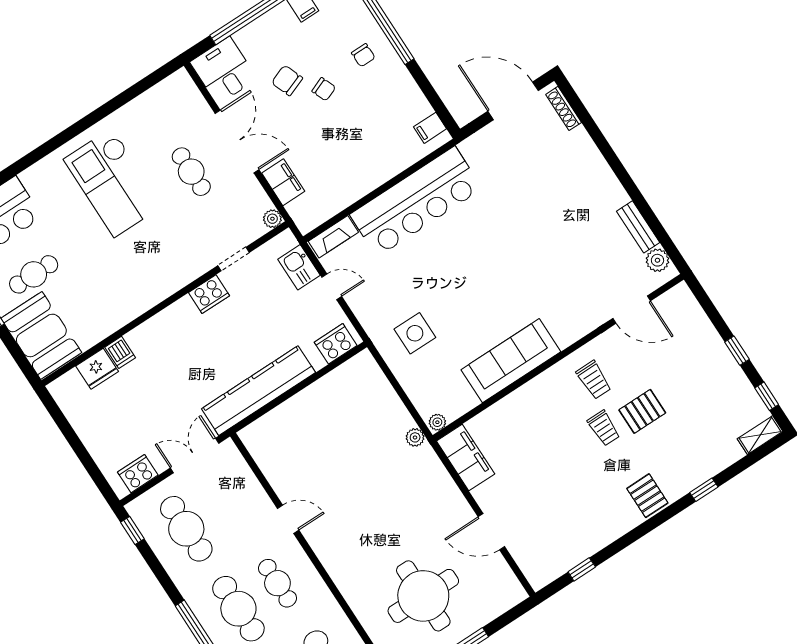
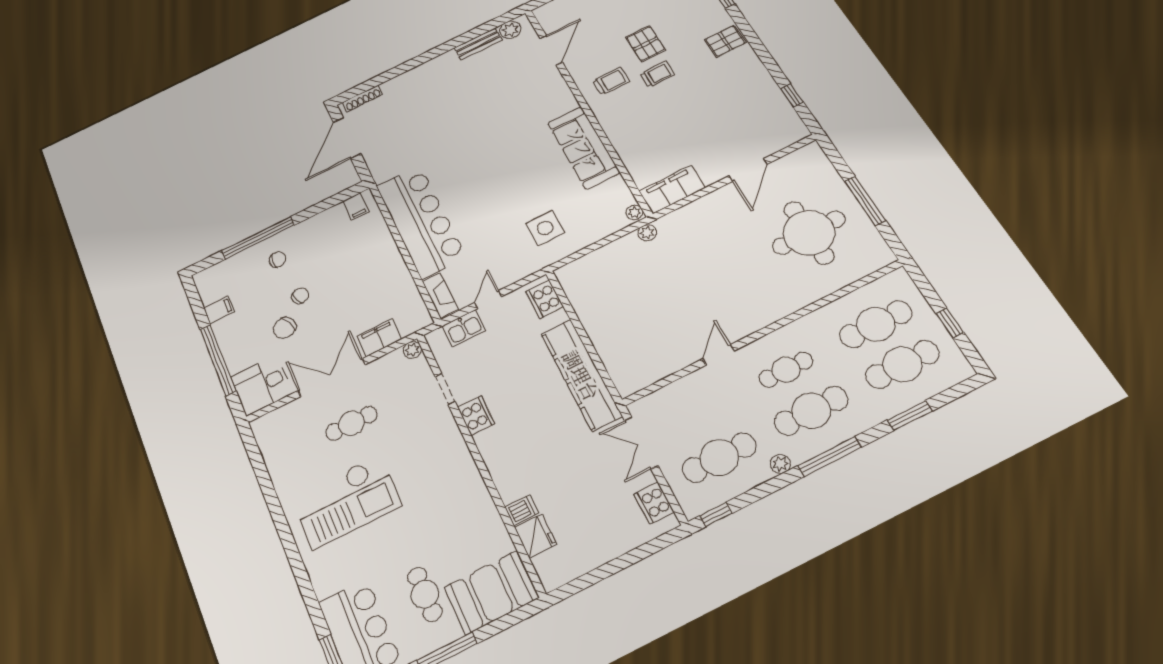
plant: (185, 584) -> (780, 464), added

